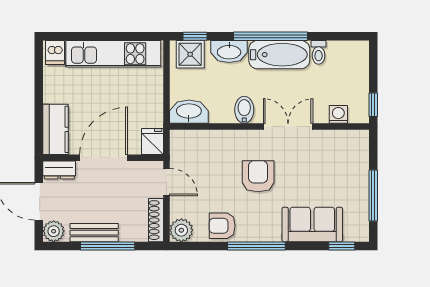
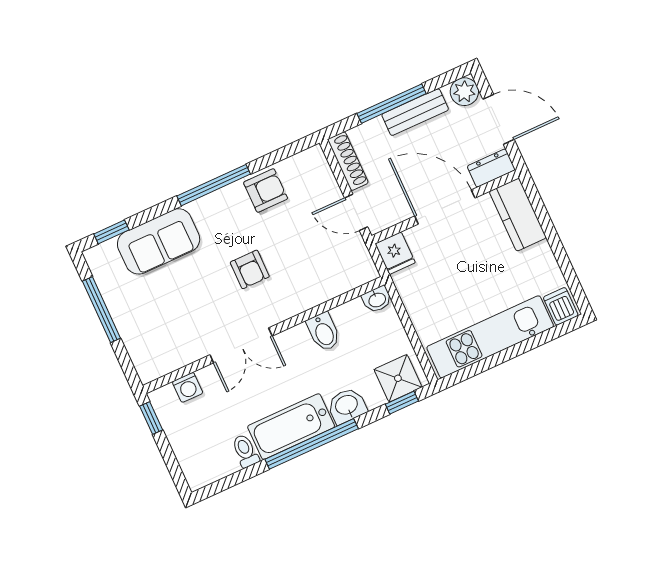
washbasin: (229, 51) -> (347, 406), width x0.72
bidet: (244, 110) -> (323, 332), moved
washbasin: (189, 112) -> (377, 299), width x0.52, depth x0.69
door: (104, 158) -> (445, 207), swing flipped
armchair: (258, 176) -> (250, 269), width x0.72, depth x0.72
plant: (181, 230) -> (312, 163), removed

